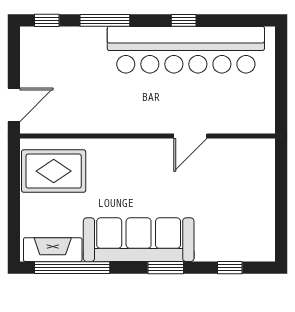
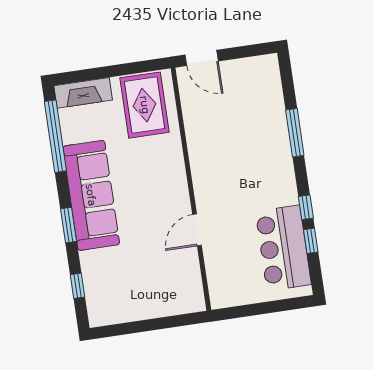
window: (47, 20) -> (311, 241), moved
bar counter: (186, 50) -> (283, 248), width x0.54
door: (190, 136) -> (197, 230), hinge flipped
fireplace: (53, 250) -> (83, 93), moved, turned 90

